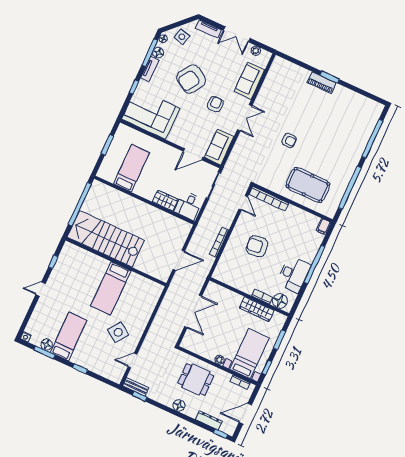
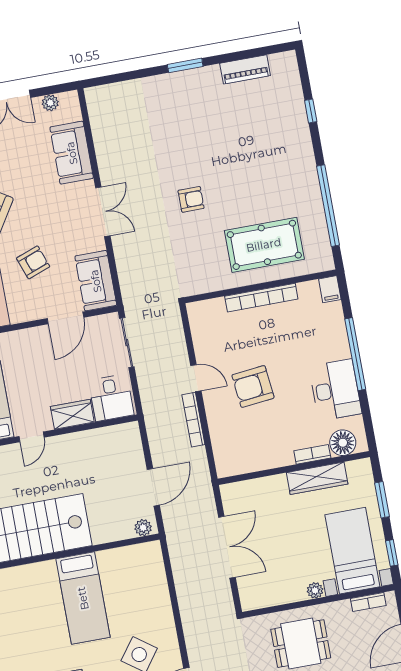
piano: (322, 83) -> (245, 69), moved
armchair: (215, 104) -> (33, 262), moved, turned 70
window: (372, 139) -> (311, 111), width x0.32
door: (139, 198) -> (31, 437), added
bookcase: (269, 199) -> (261, 298), moved
door: (243, 203) -> (196, 378), moved
plant: (161, 275) -> (143, 528), added

